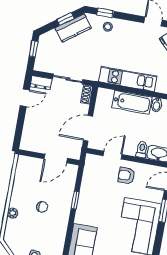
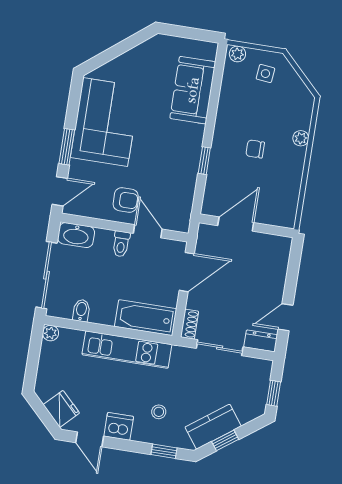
stool: (108, 27) -> (159, 412), moved
dishwasher: (134, 29) -> (119, 426), added
bathtub: (132, 102) -> (146, 318), moved
toilet: (142, 149) -> (121, 244), moved
door: (113, 155) -> (148, 231), swing flipped

